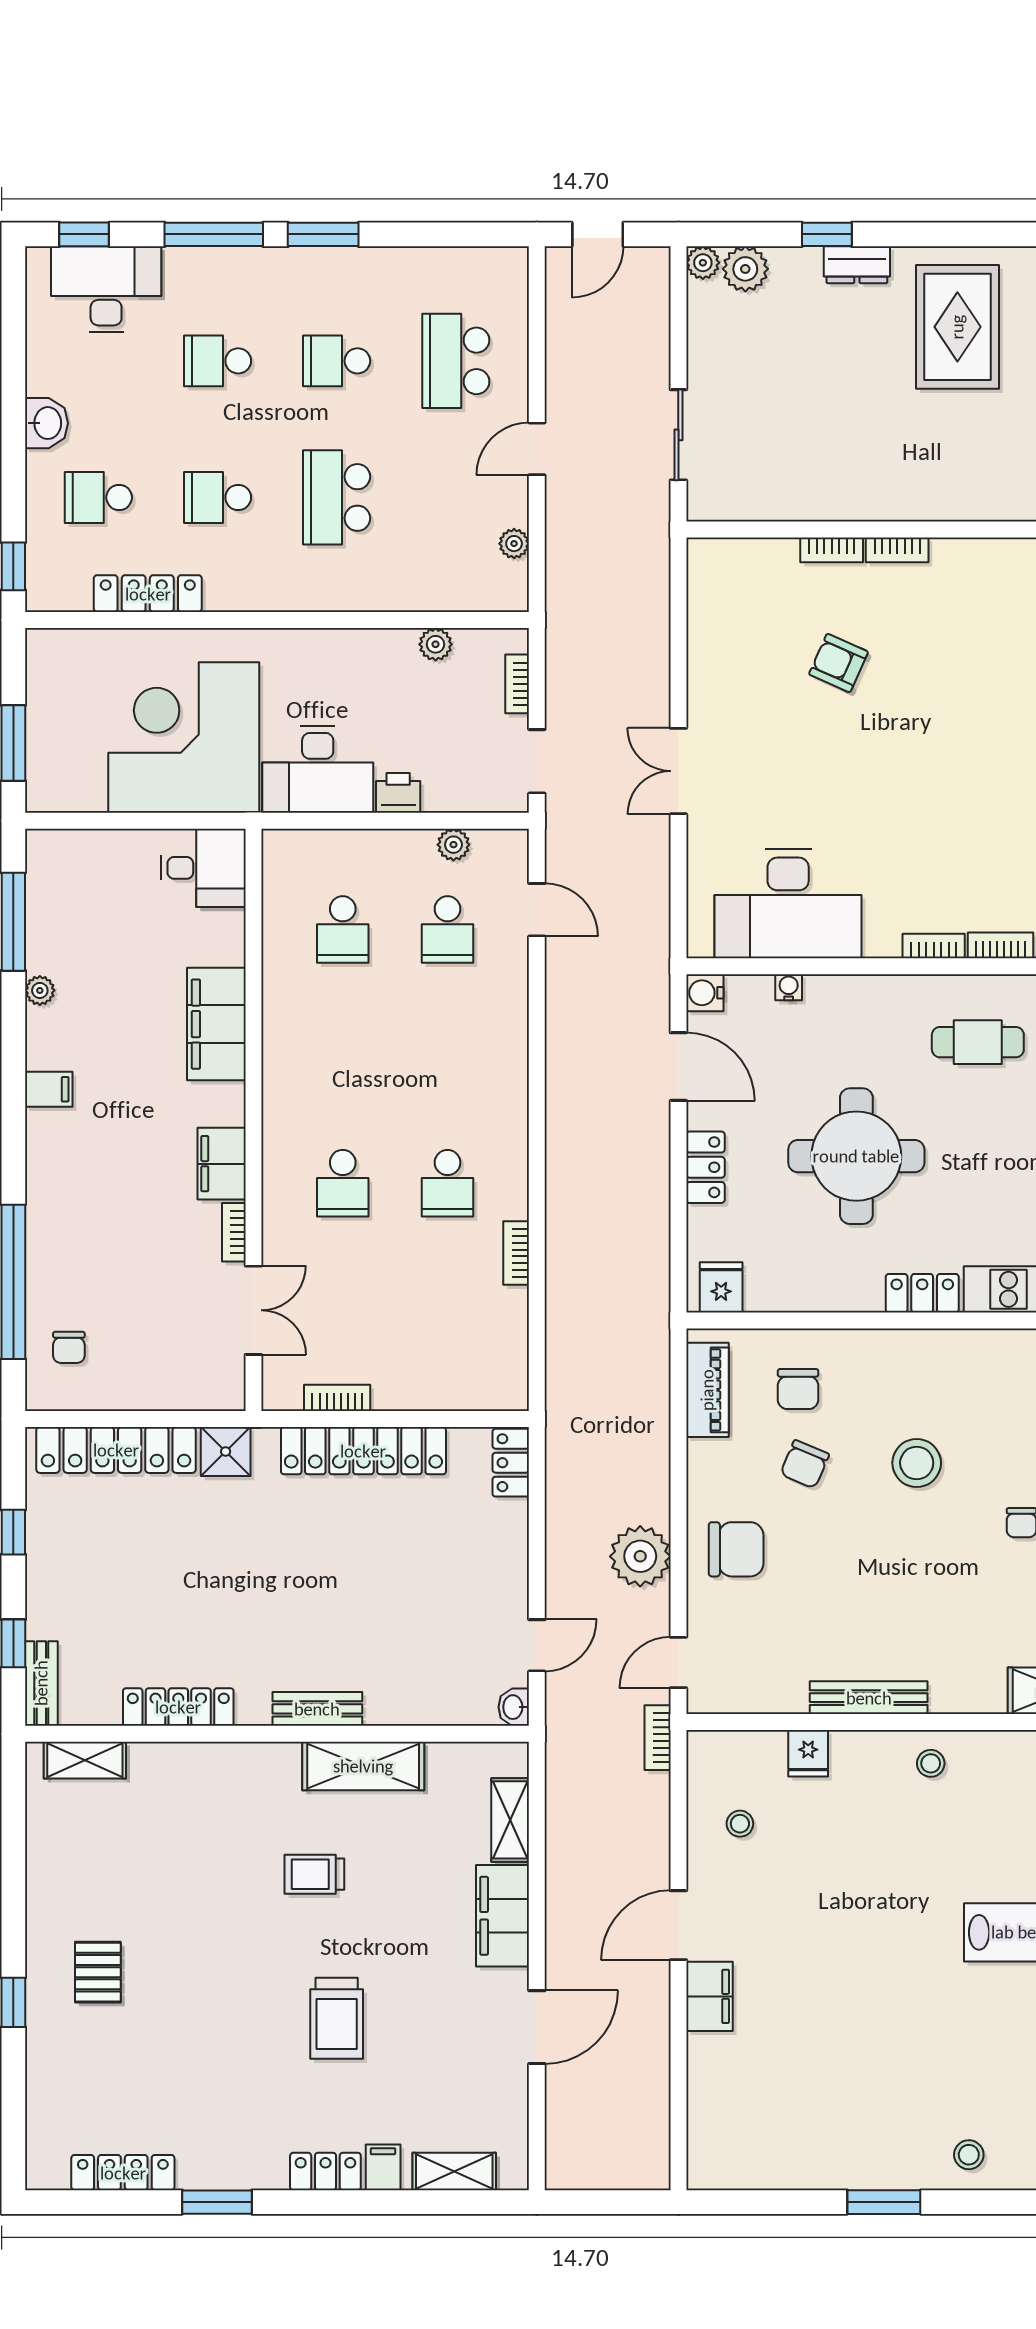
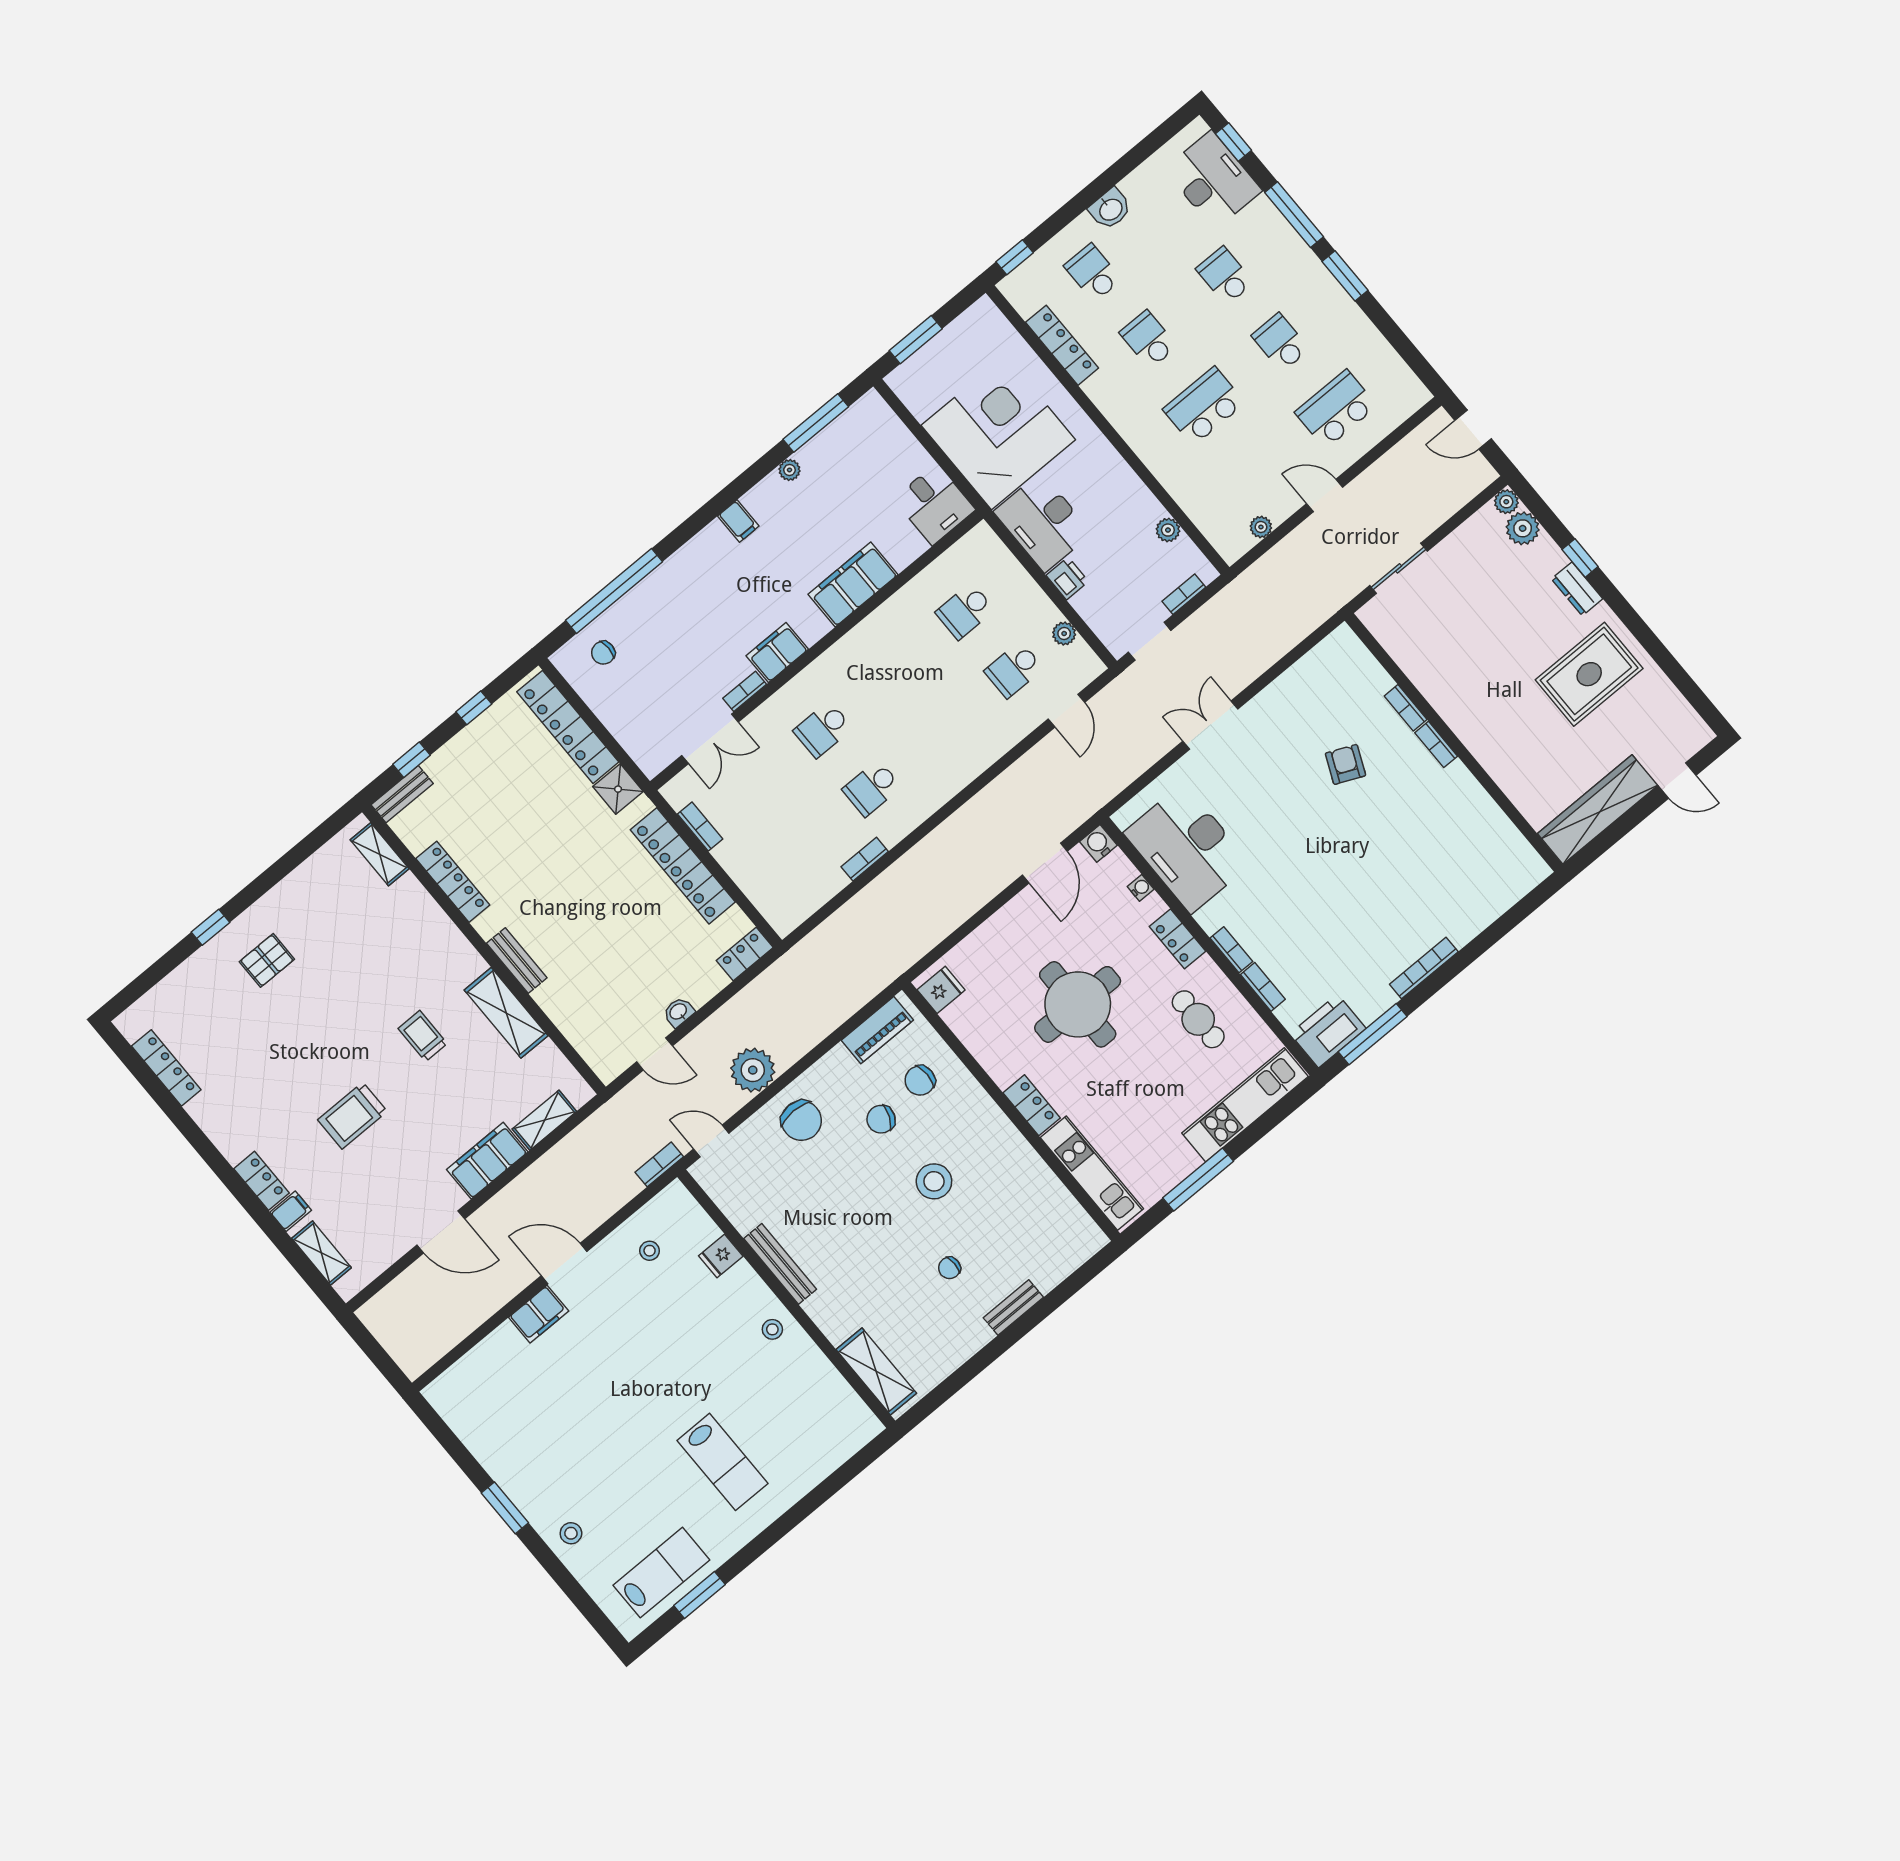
locker: (705, 1167) -> (1177, 939), moved, turned 90
washbasin: (514, 1707) -> (679, 1012), moved
window: (217, 2202) -> (194, 1134), removed

